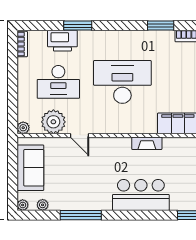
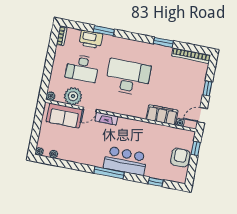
door: (79, 135) -> (90, 110), hinge flipped
fireplace: (147, 143) -> (106, 119), moved
sofa: (30, 168) -> (64, 116), moved, turned 90
window: (81, 215) -> (109, 173), moved

